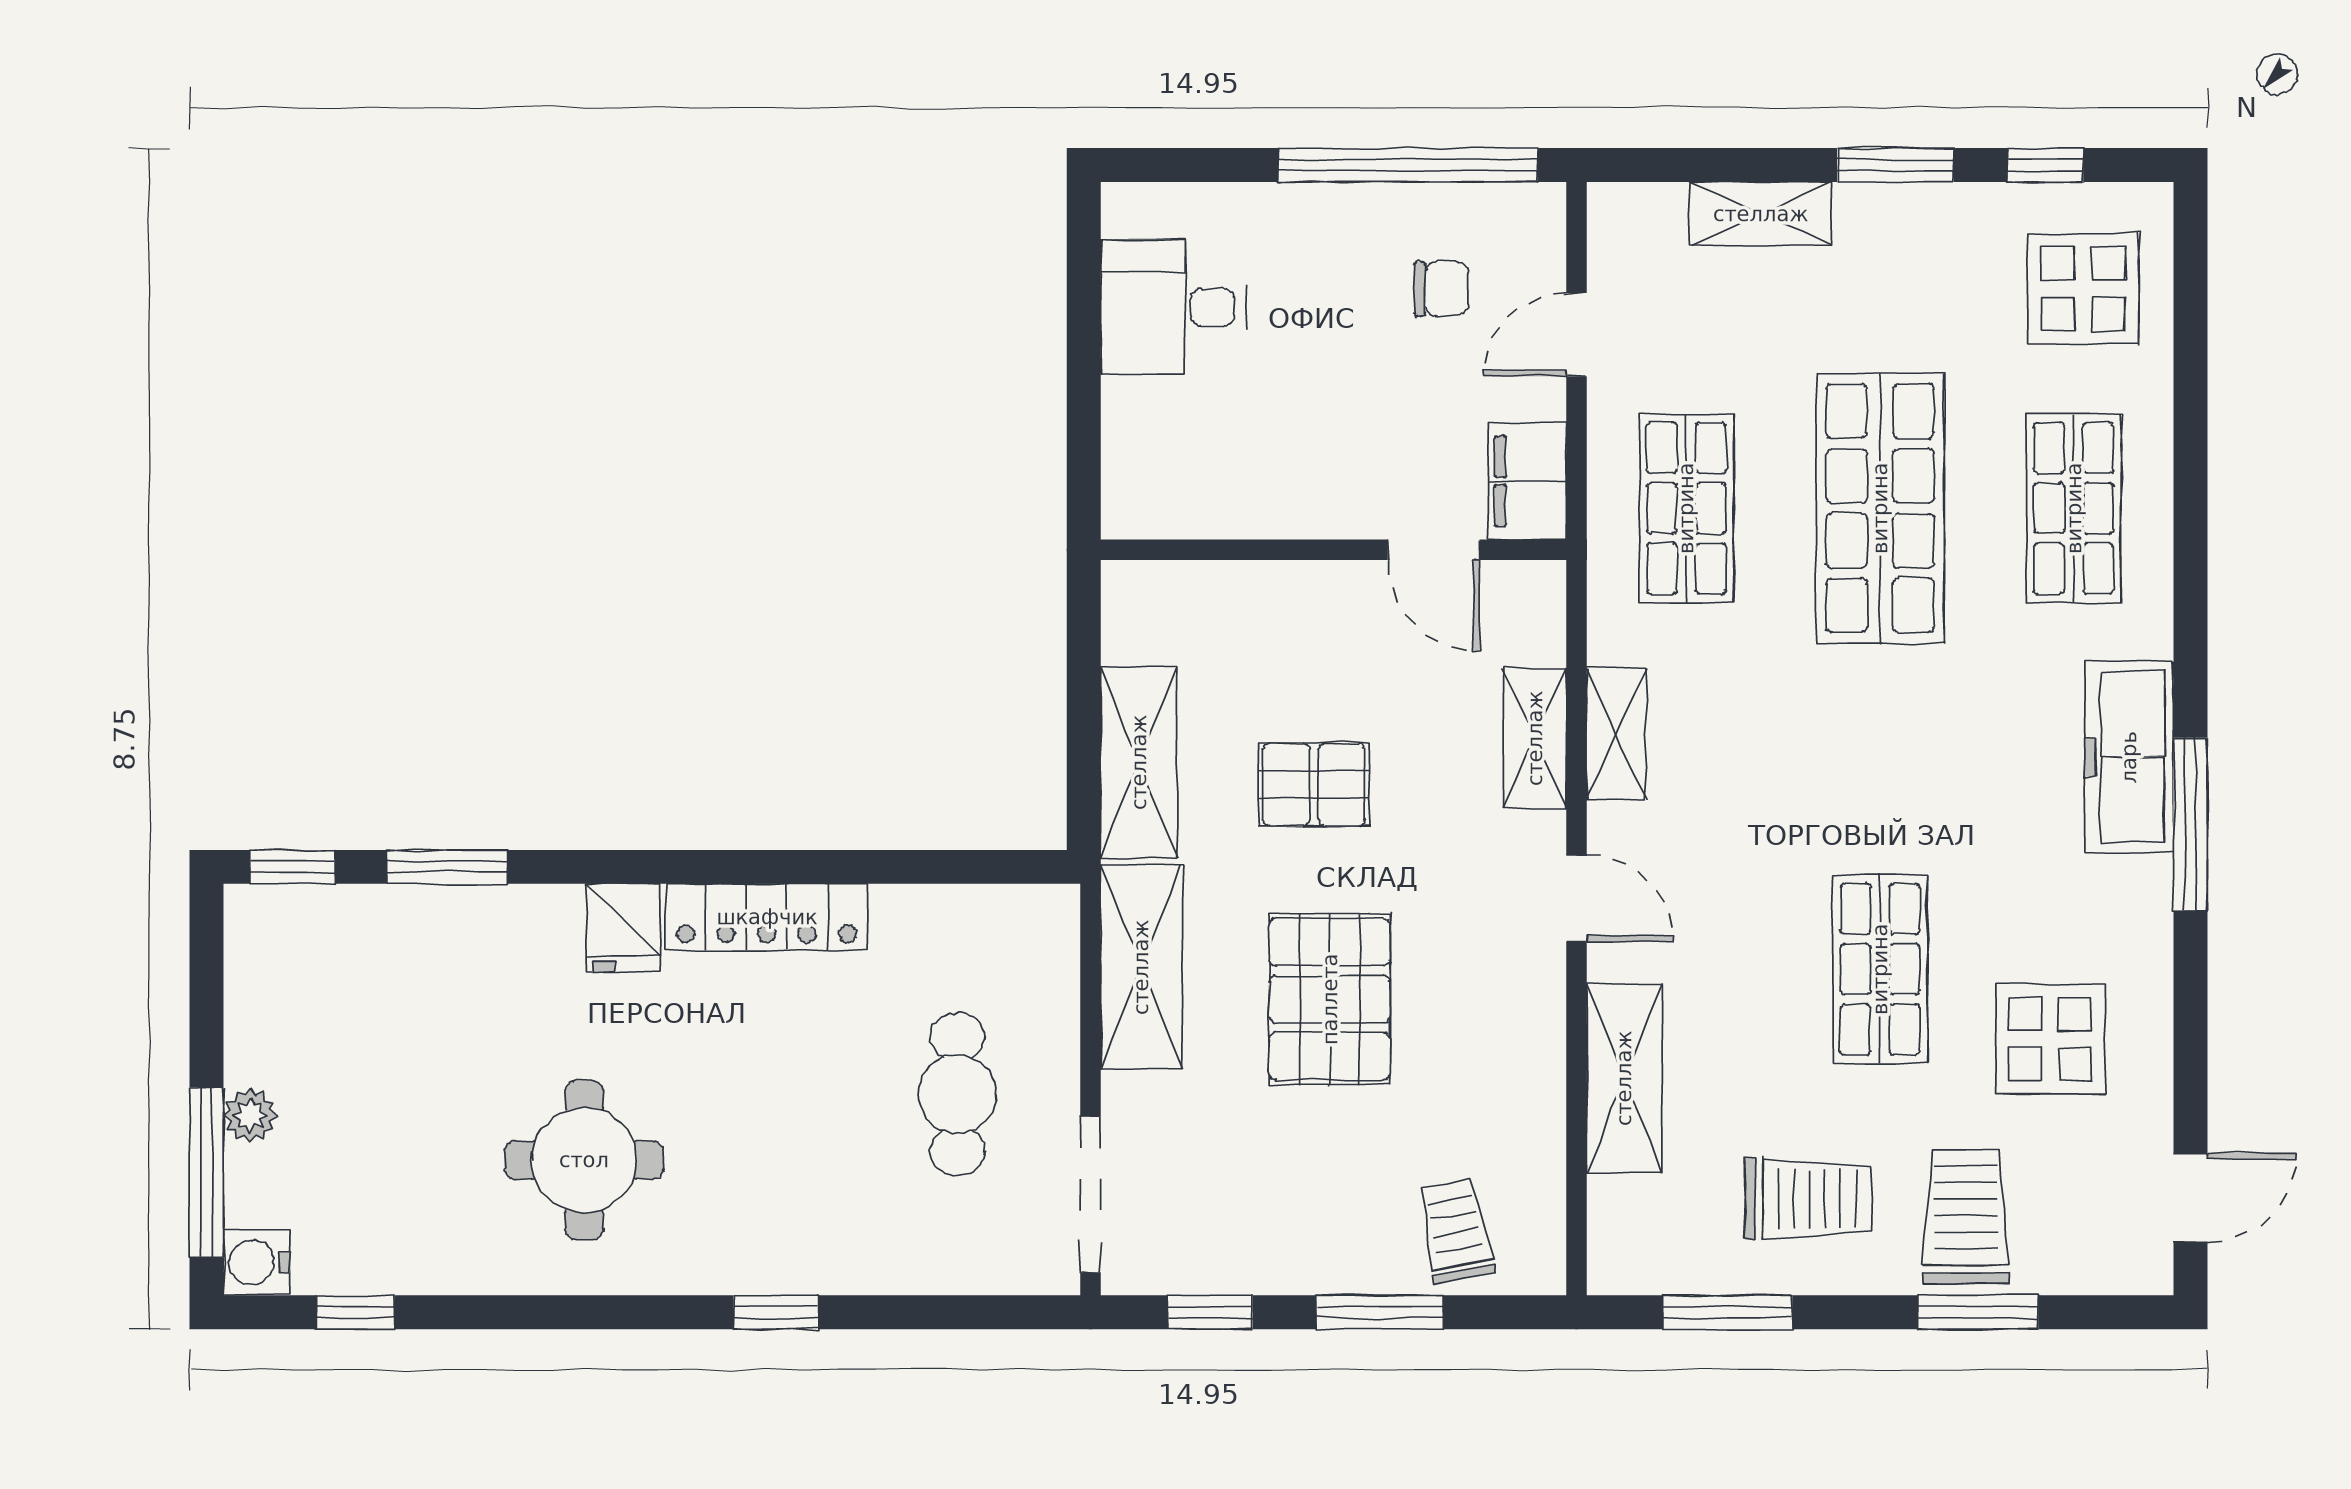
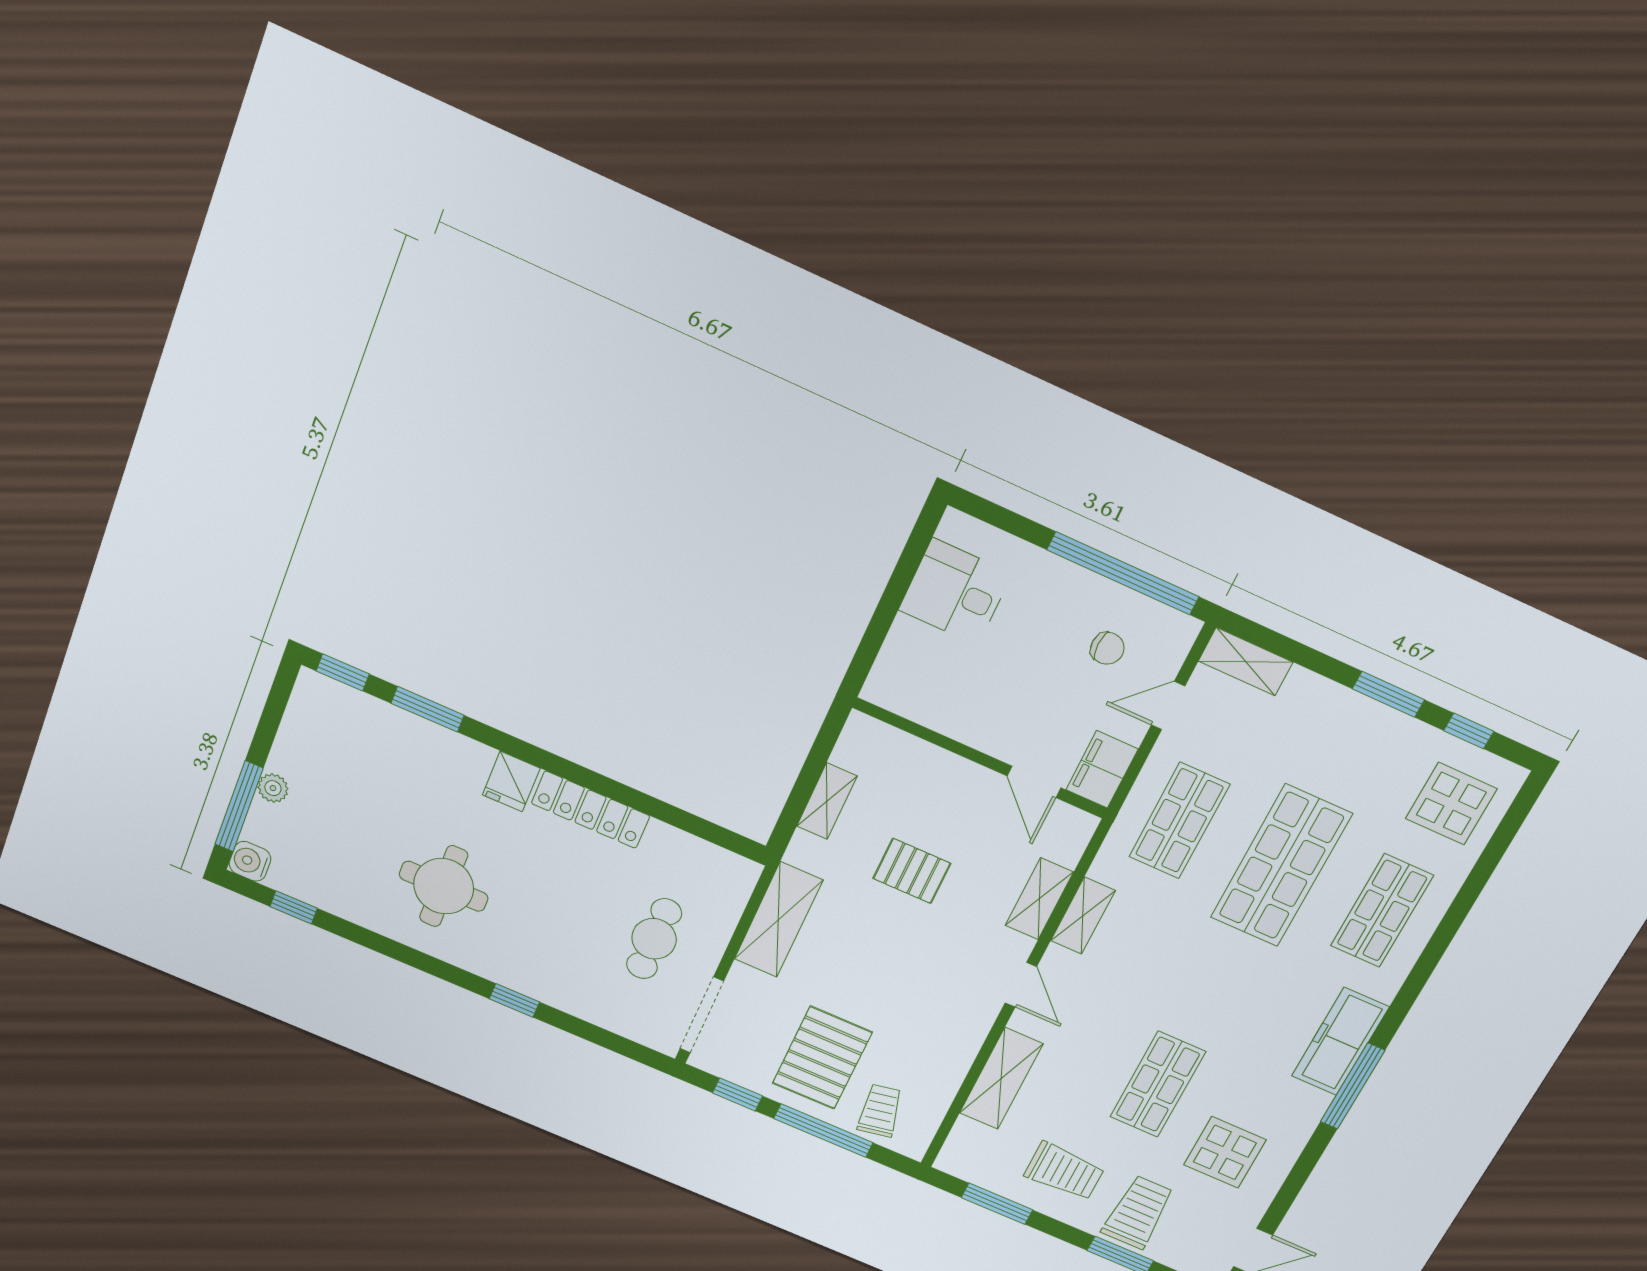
shelving: (1761, 214) -> (1246, 662), moved
shelving: (1139, 762) -> (827, 801), width x0.67, depth x0.75
pallet: (1330, 999) -> (822, 1058), moved
window: (1380, 1312) -> (823, 1131), width x1.44

